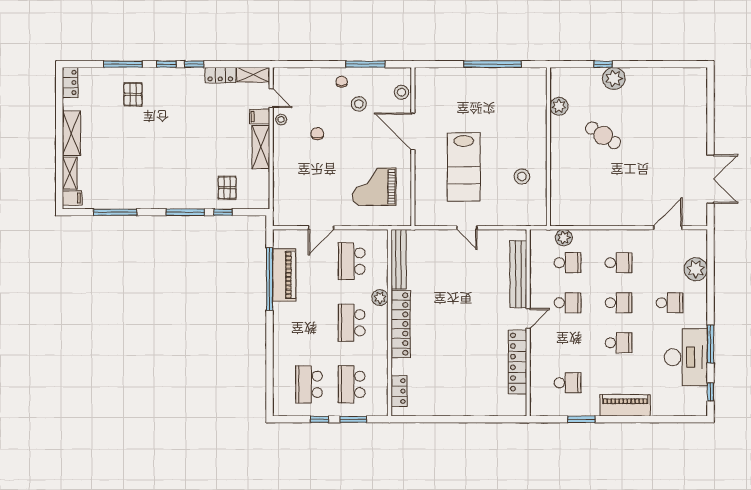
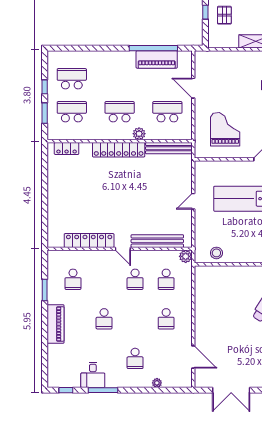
stool: (522, 176) -> (216, 253), moved
pallet: (227, 188) -> (224, 15), turned 90
plant: (564, 238) -> (186, 256), moved
plant: (696, 269) -> (157, 383), width x0.53, depth x0.53
school desk: (619, 303) -> (135, 319), removed
desk: (686, 357) -> (93, 375), width x0.53, depth x0.77

